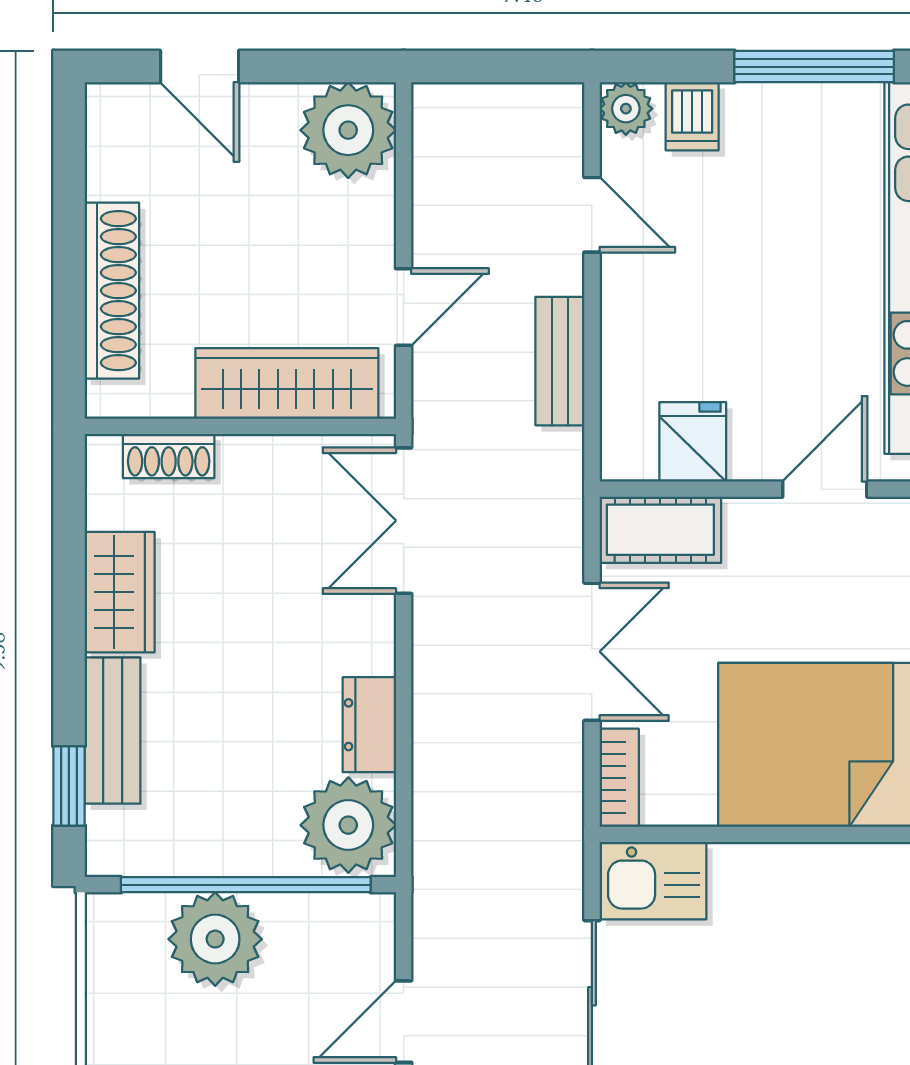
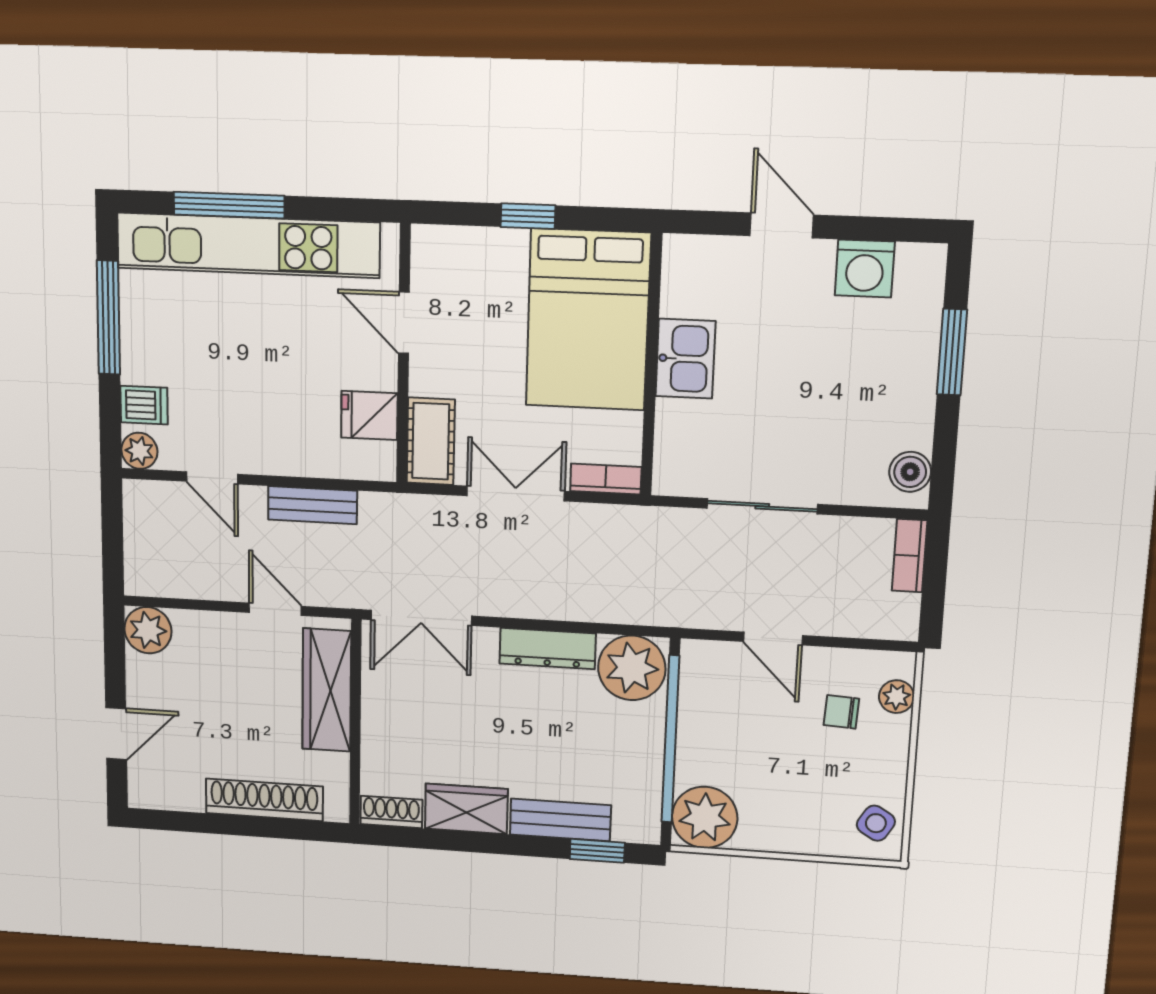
plant: (348, 130) -> (148, 630), width x0.73, depth x0.73
door: (592, 215) -> (212, 478), swing flipped
shoe rack: (169, 456) -> (391, 812), moved, turned -90
dresser: (369, 725) -> (548, 649), width x1.44
kitchen sink: (653, 881) -> (685, 359), moved
plant: (215, 939) -> (705, 817), moved

